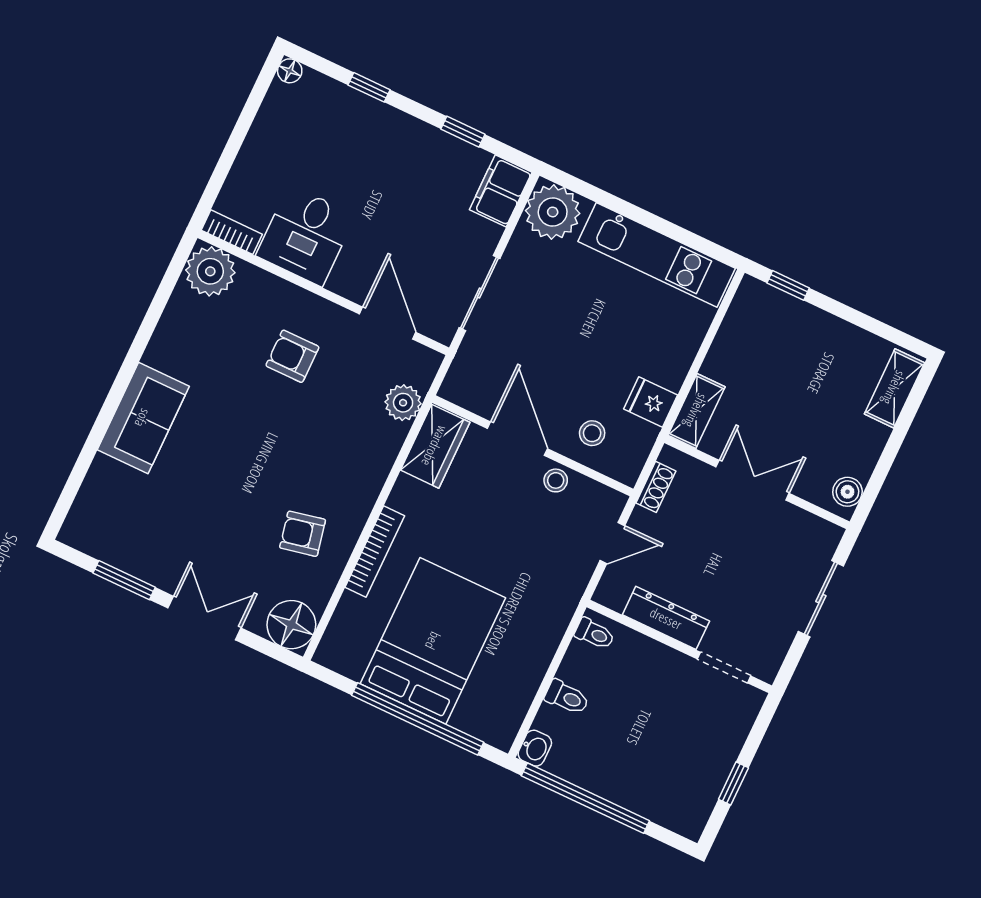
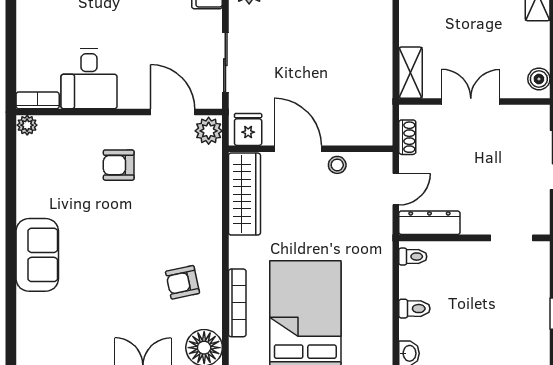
plant: (210, 271) -> (27, 125), width x0.53, depth x0.53
fridge: (651, 402) -> (248, 130), moved, turned 90
plant: (403, 403) -> (209, 131), moved
stool: (592, 433) -> (347, 121), removed
wardrobe: (435, 446) -> (244, 194), width x1.50
bookcase: (375, 552) -> (237, 303), moved
dresser: (666, 618) -> (429, 223), moved

